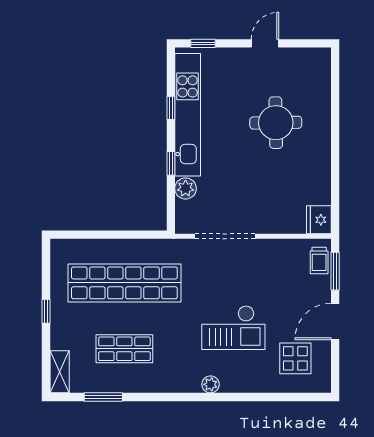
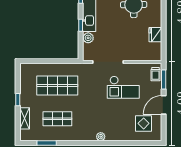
fridge: (319, 220) -> (155, 35), moved
shop shelf: (124, 283) -> (57, 85), width x0.71
checkout: (233, 328) -> (123, 87), moved
shelving: (60, 372) -> (25, 118), moved

